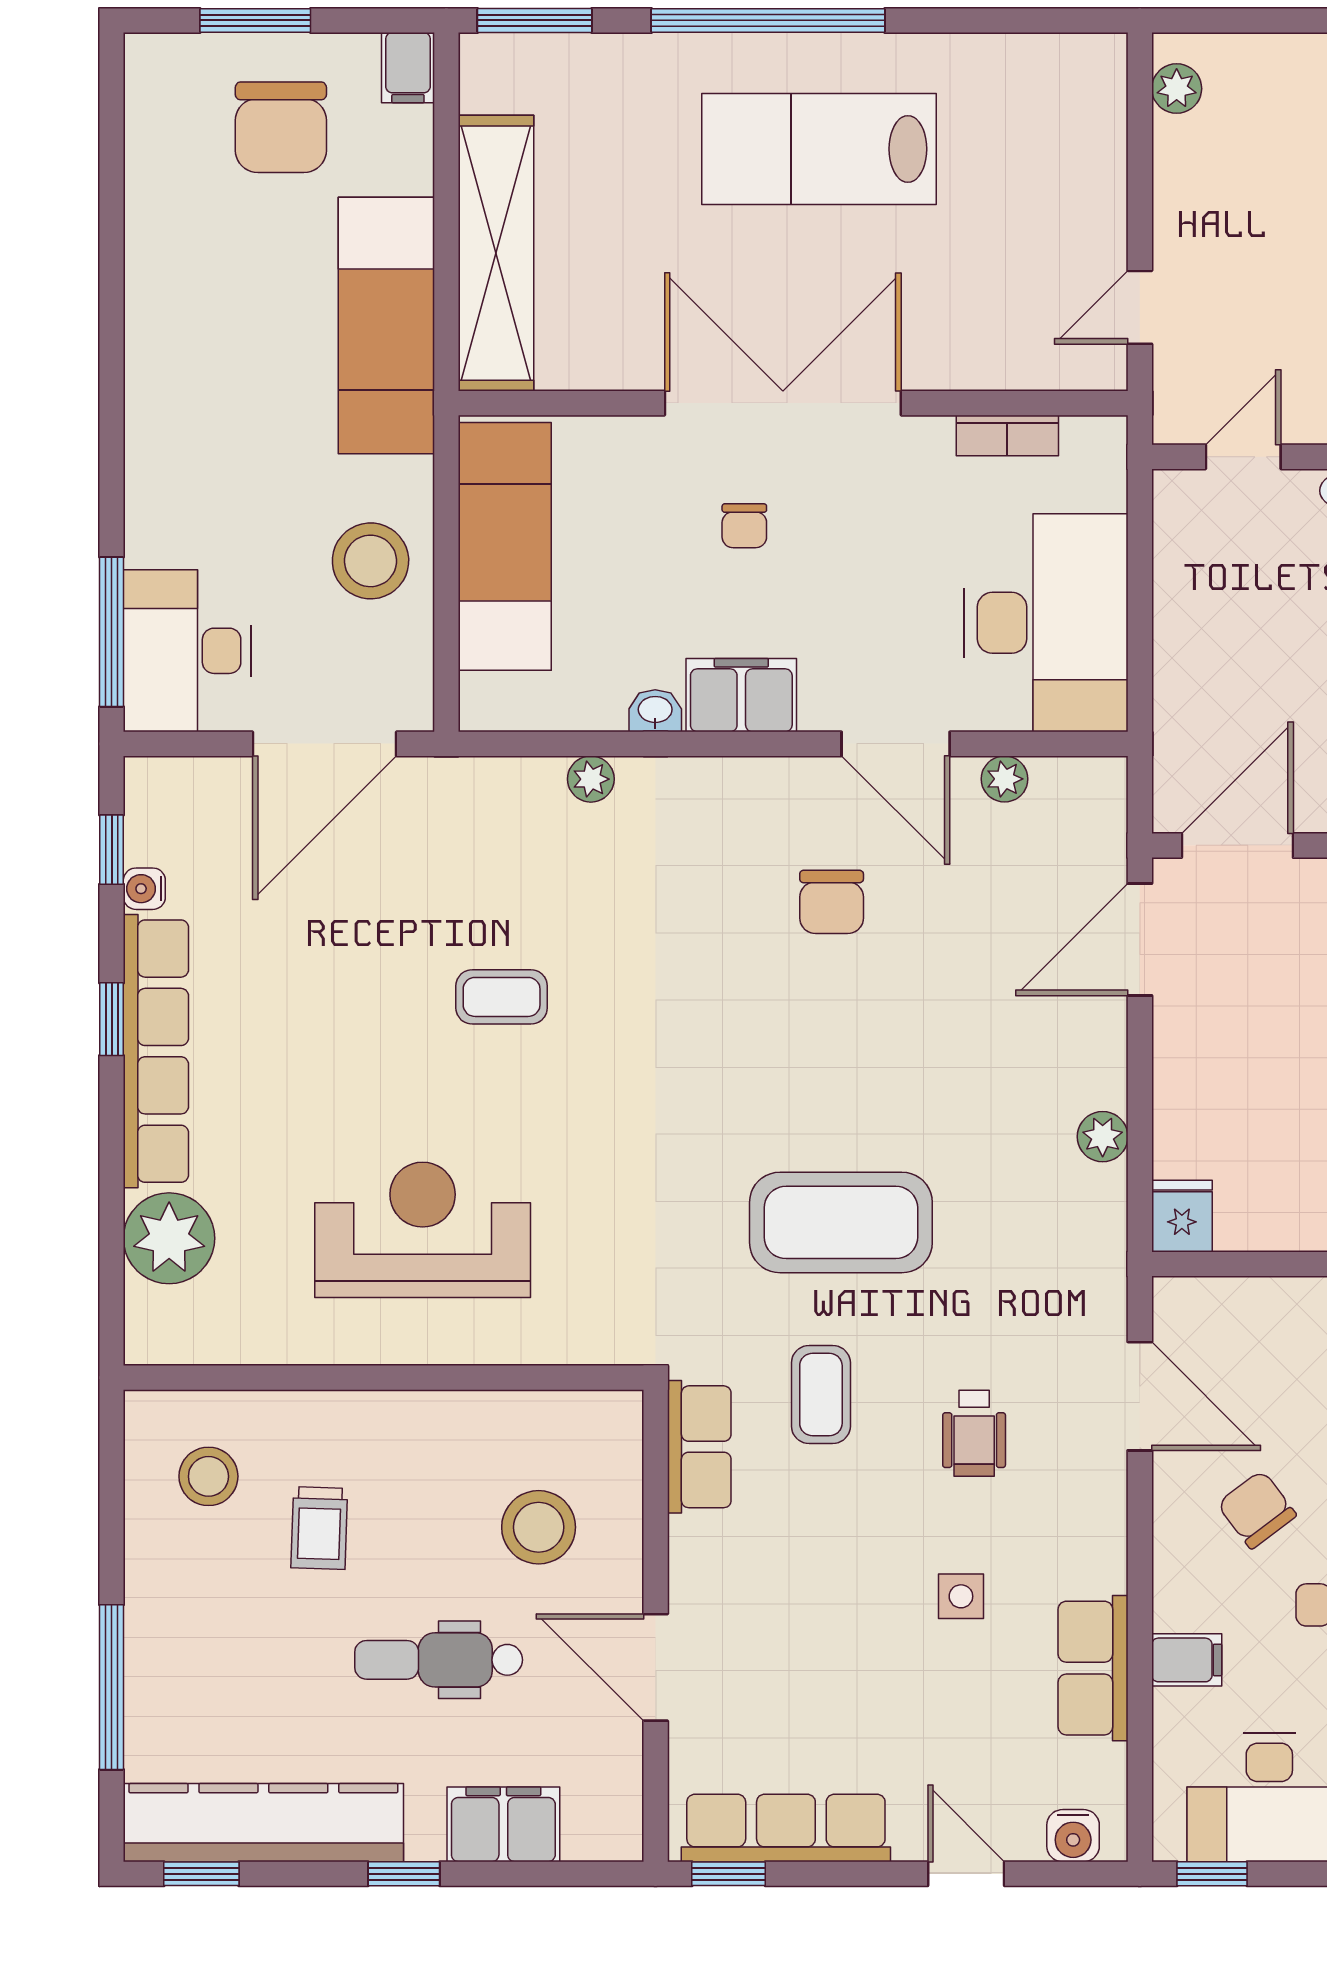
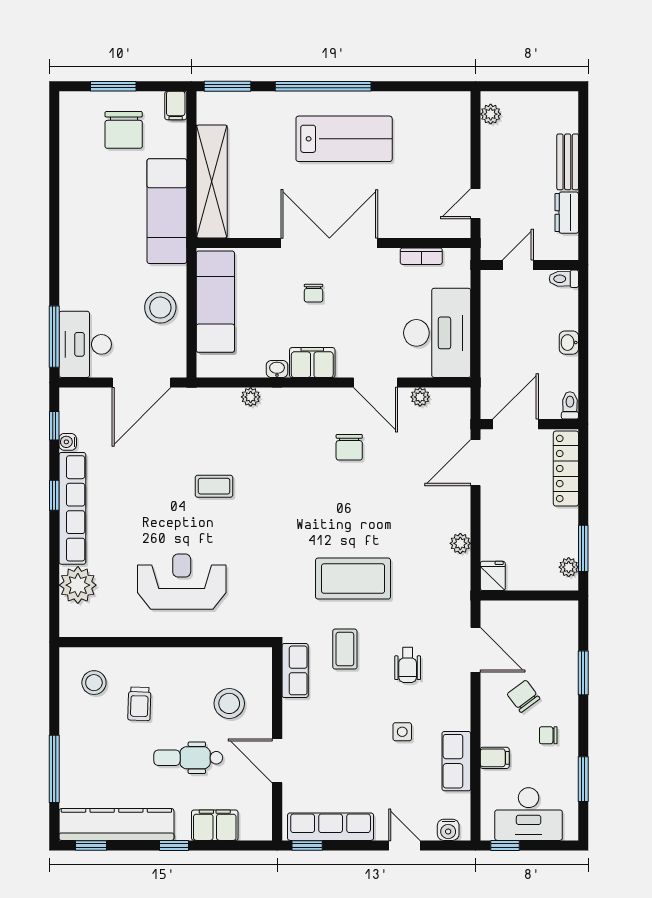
lab bench: (819, 149) -> (344, 139), turned 180

